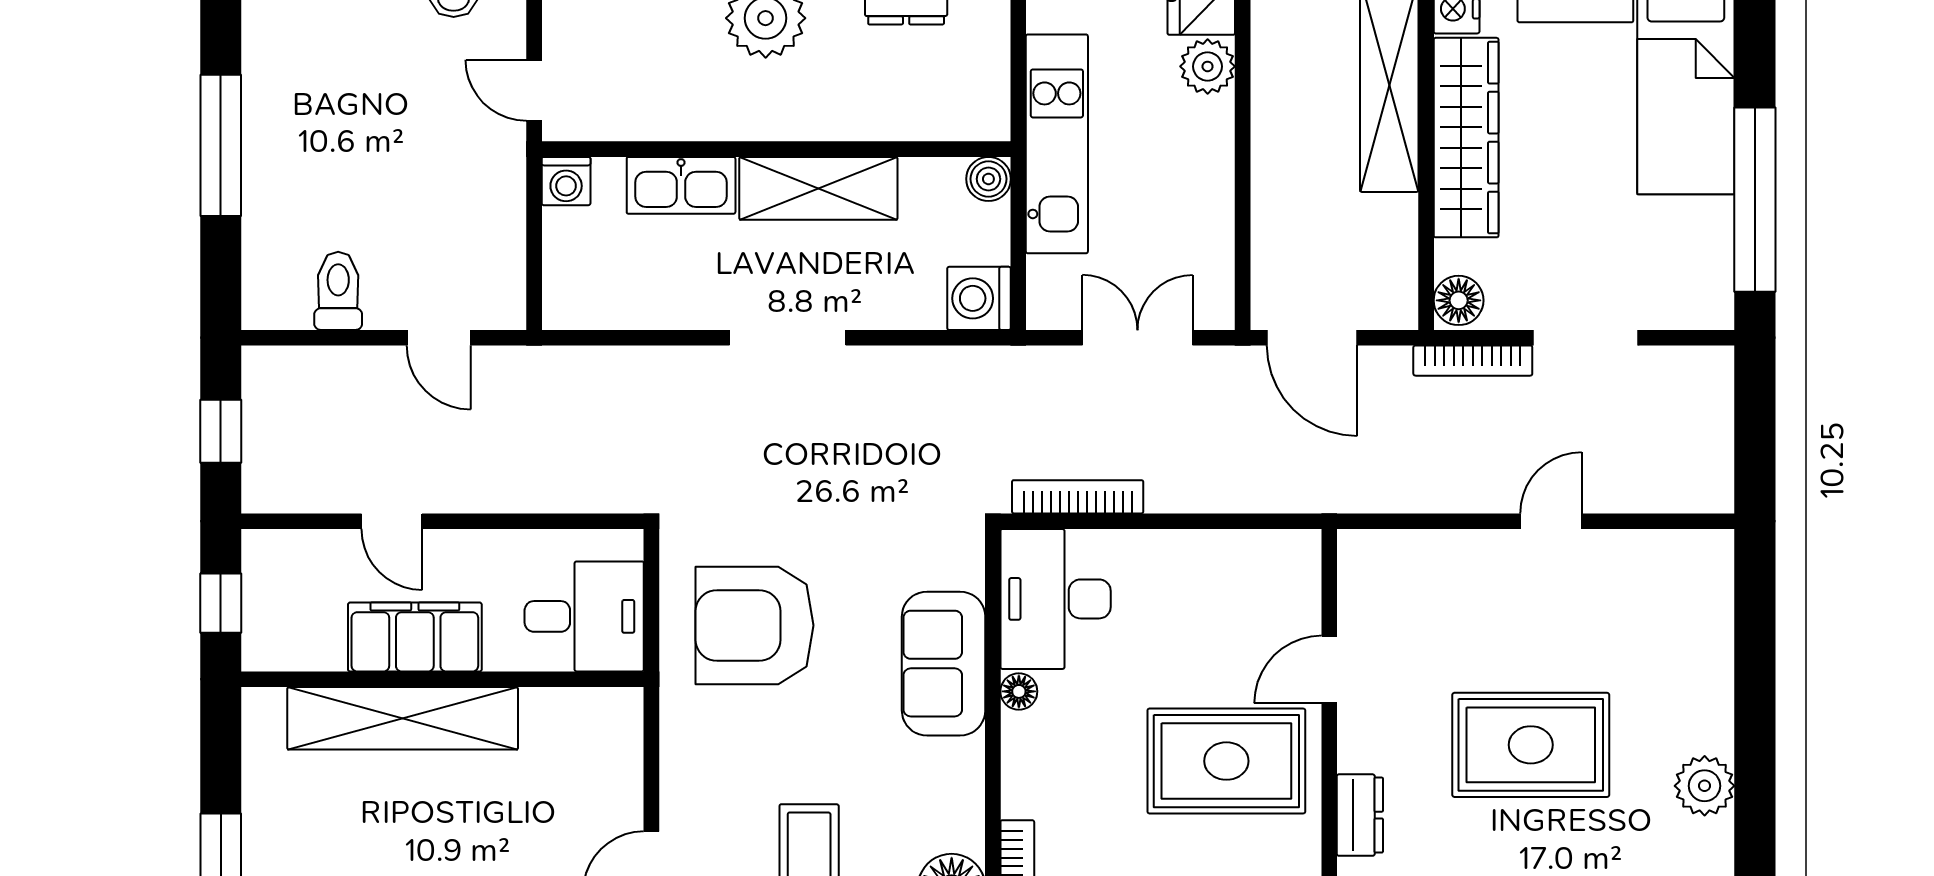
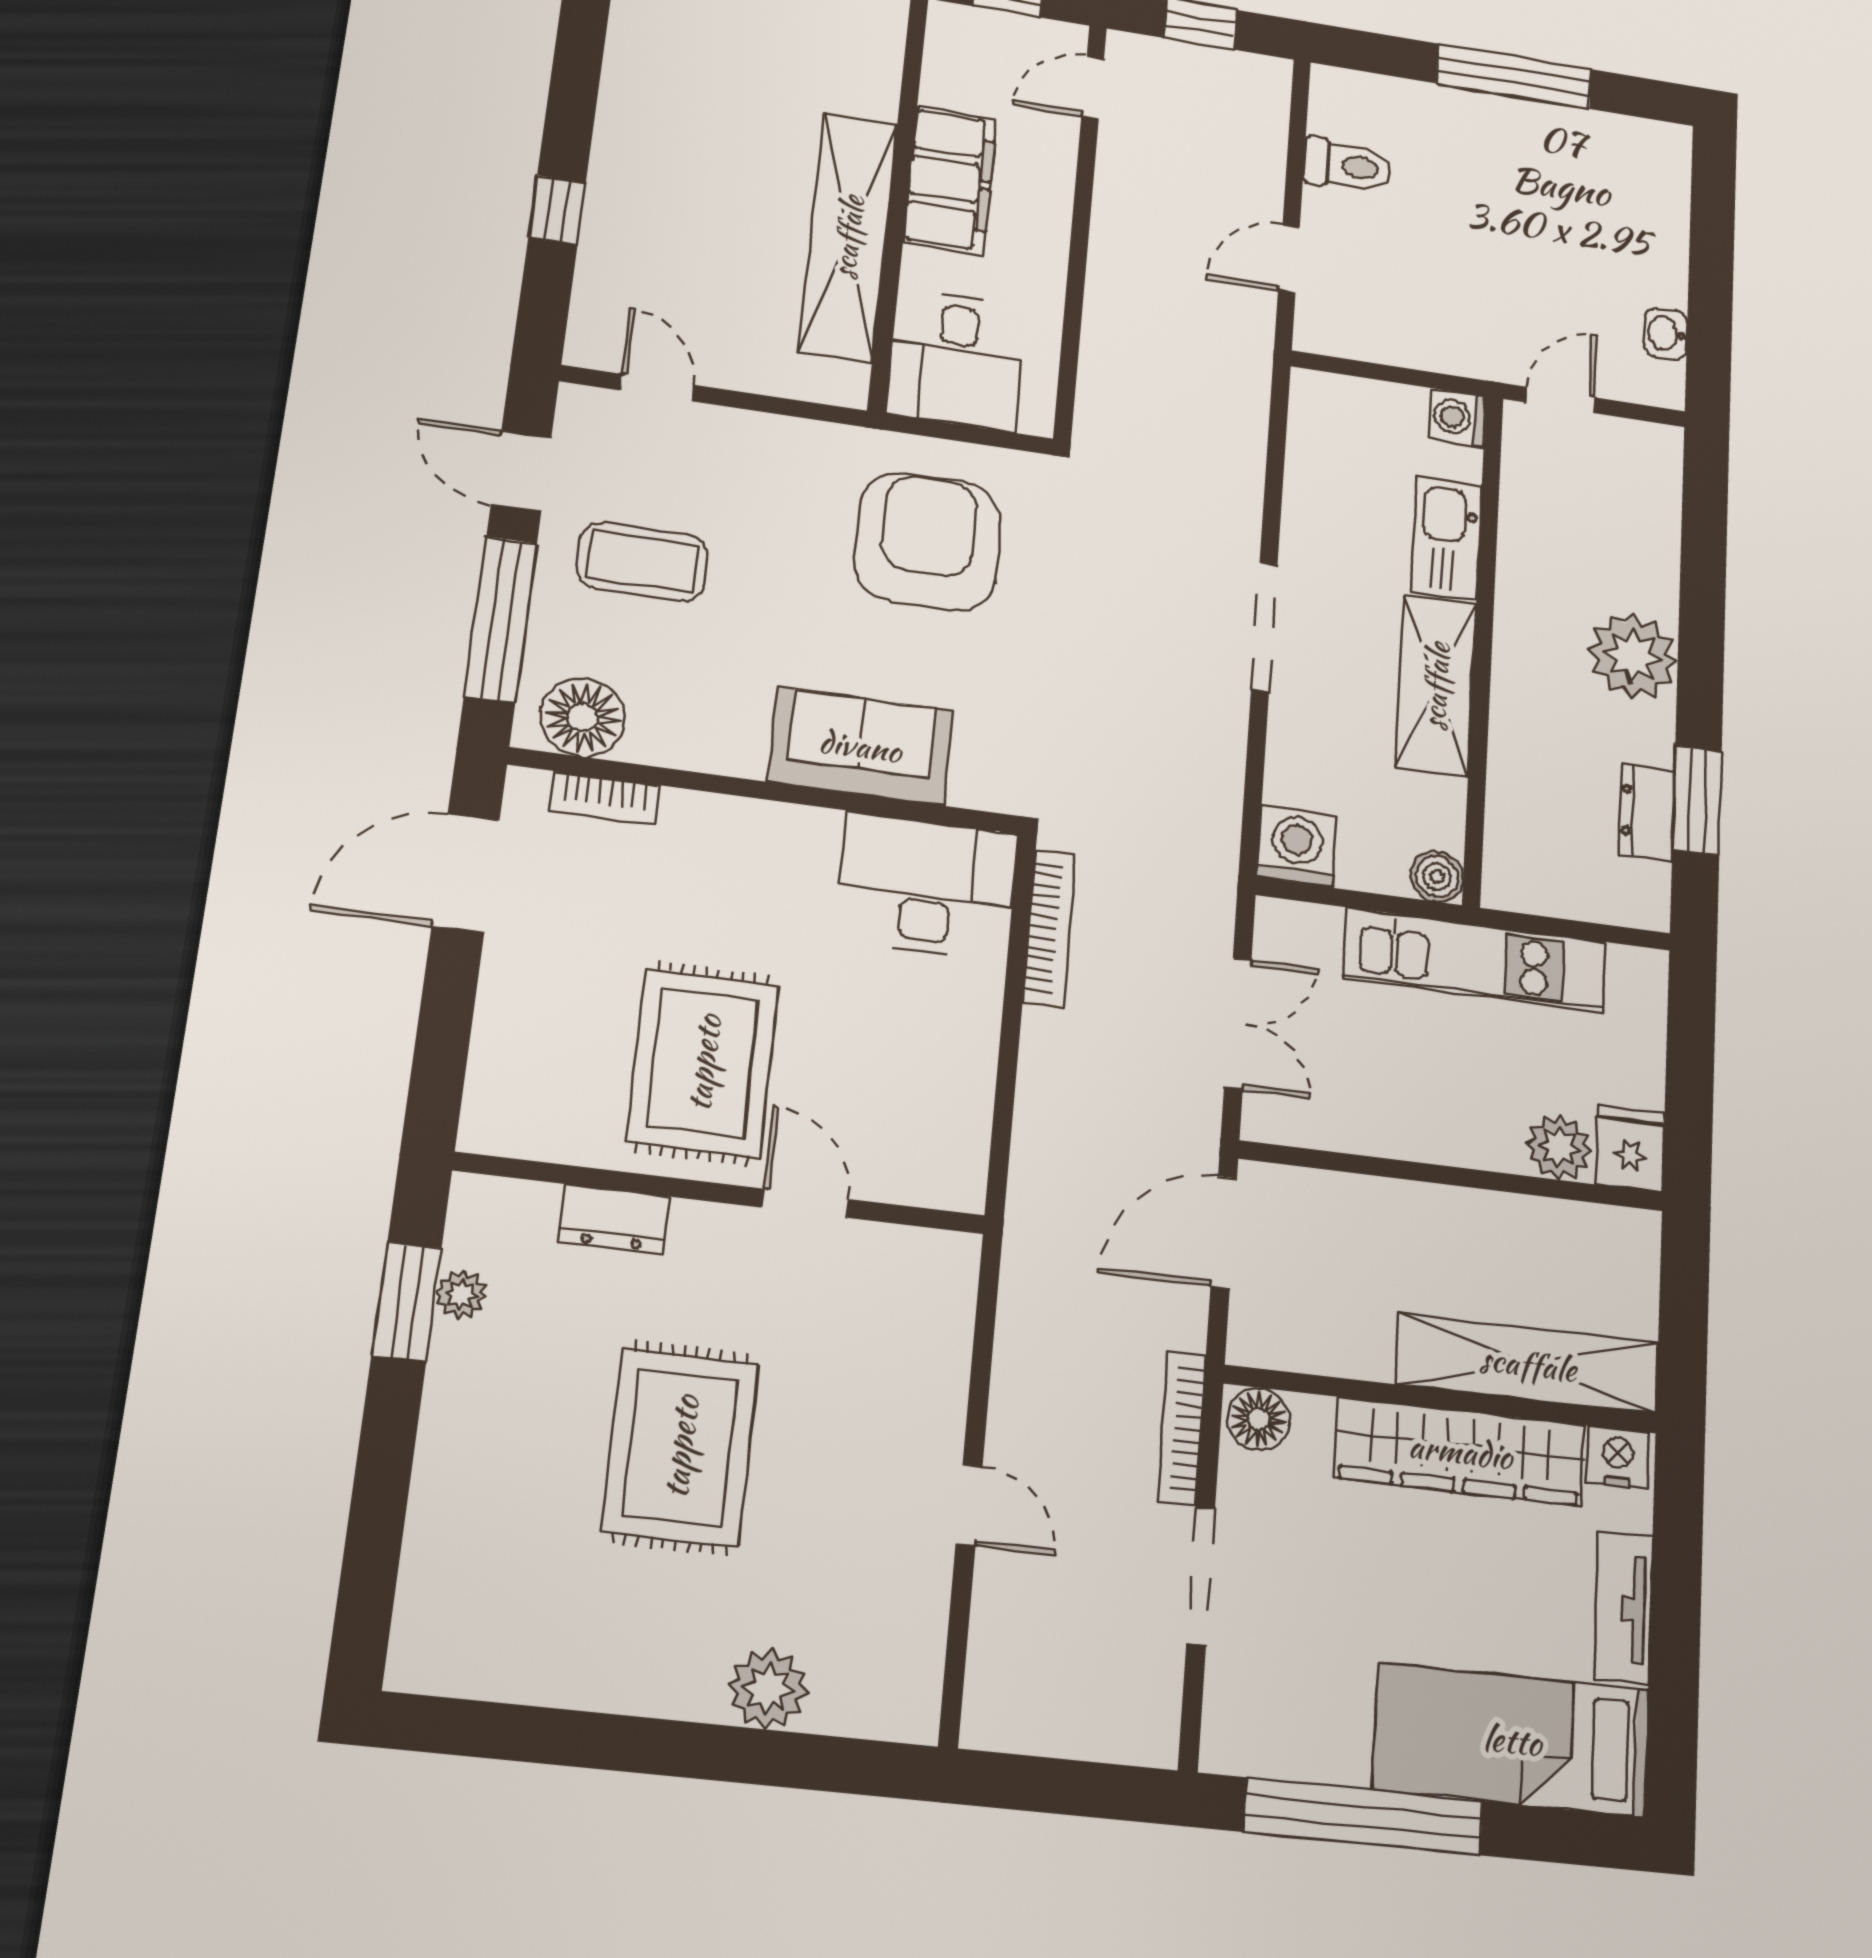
door: (392, 521) -> (1093, 87), moved
floor lamp: (1019, 691) -> (817, 828), removed
shelving: (403, 718) -> (848, 237), moved
plant: (1705, 786) -> (768, 1689), moved

